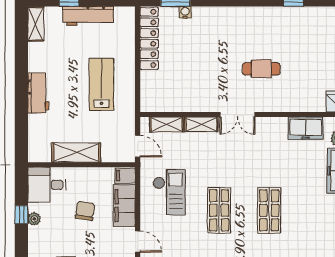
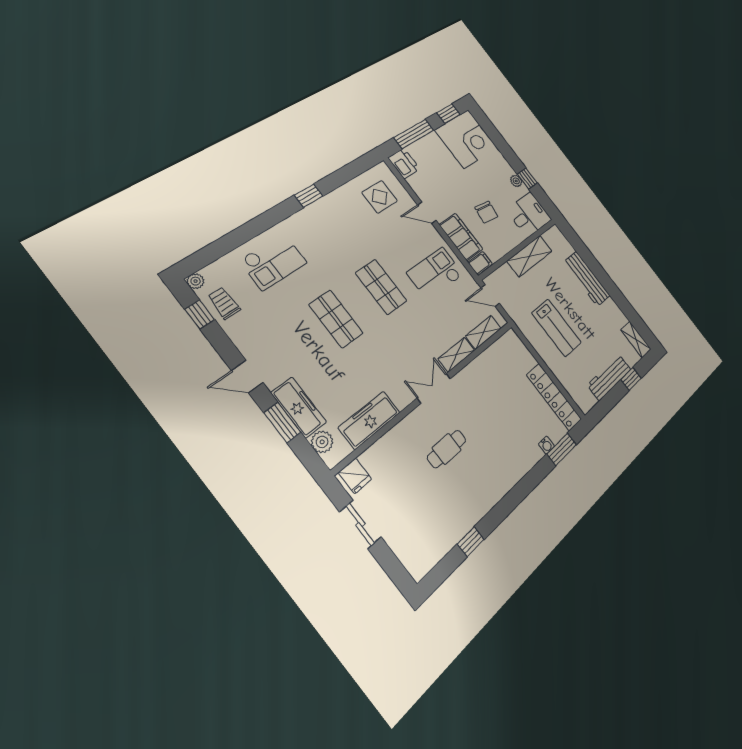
workbench: (38, 93) -> (587, 279), width x1.37
freezer: (306, 128) -> (369, 420), width x1.40
checkout: (169, 192) -> (435, 274), turned 90

